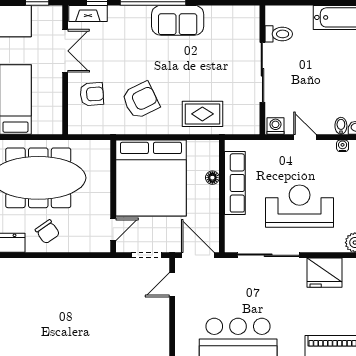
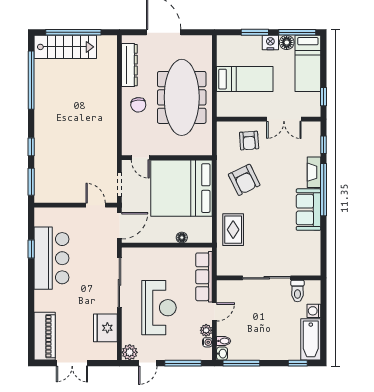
fireplace: (88, 13) -> (314, 172), moved
washing machine: (275, 126) -> (314, 311), moved, turned 180
plant: (328, 147) -> (206, 330), added
row of seats: (235, 183) -> (204, 277), moved, turned 90
chair: (47, 232) -> (138, 105), turned -60

